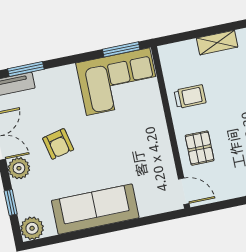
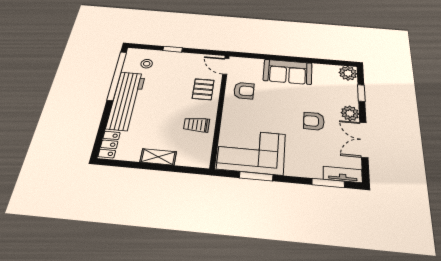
window: (121, 49) -> (256, 176), moved
armchair: (58, 144) -> (314, 121), turned -77
armchair: (151, 161) -> (244, 91), added
sofa: (95, 209) -> (288, 72), width x0.73

